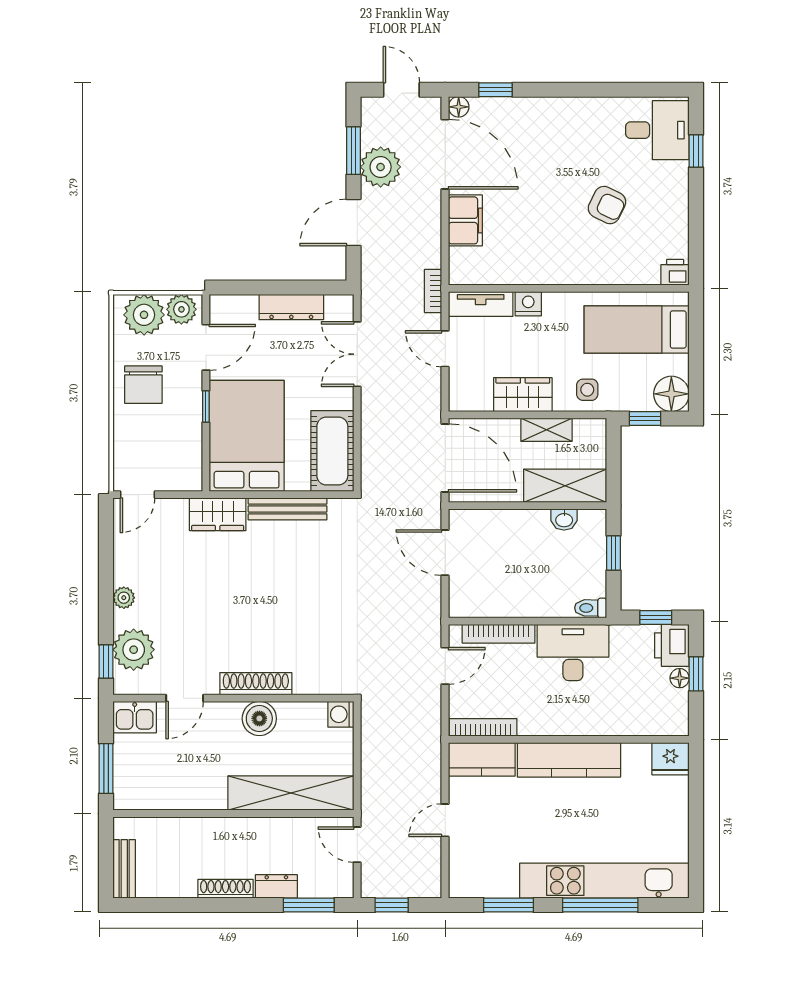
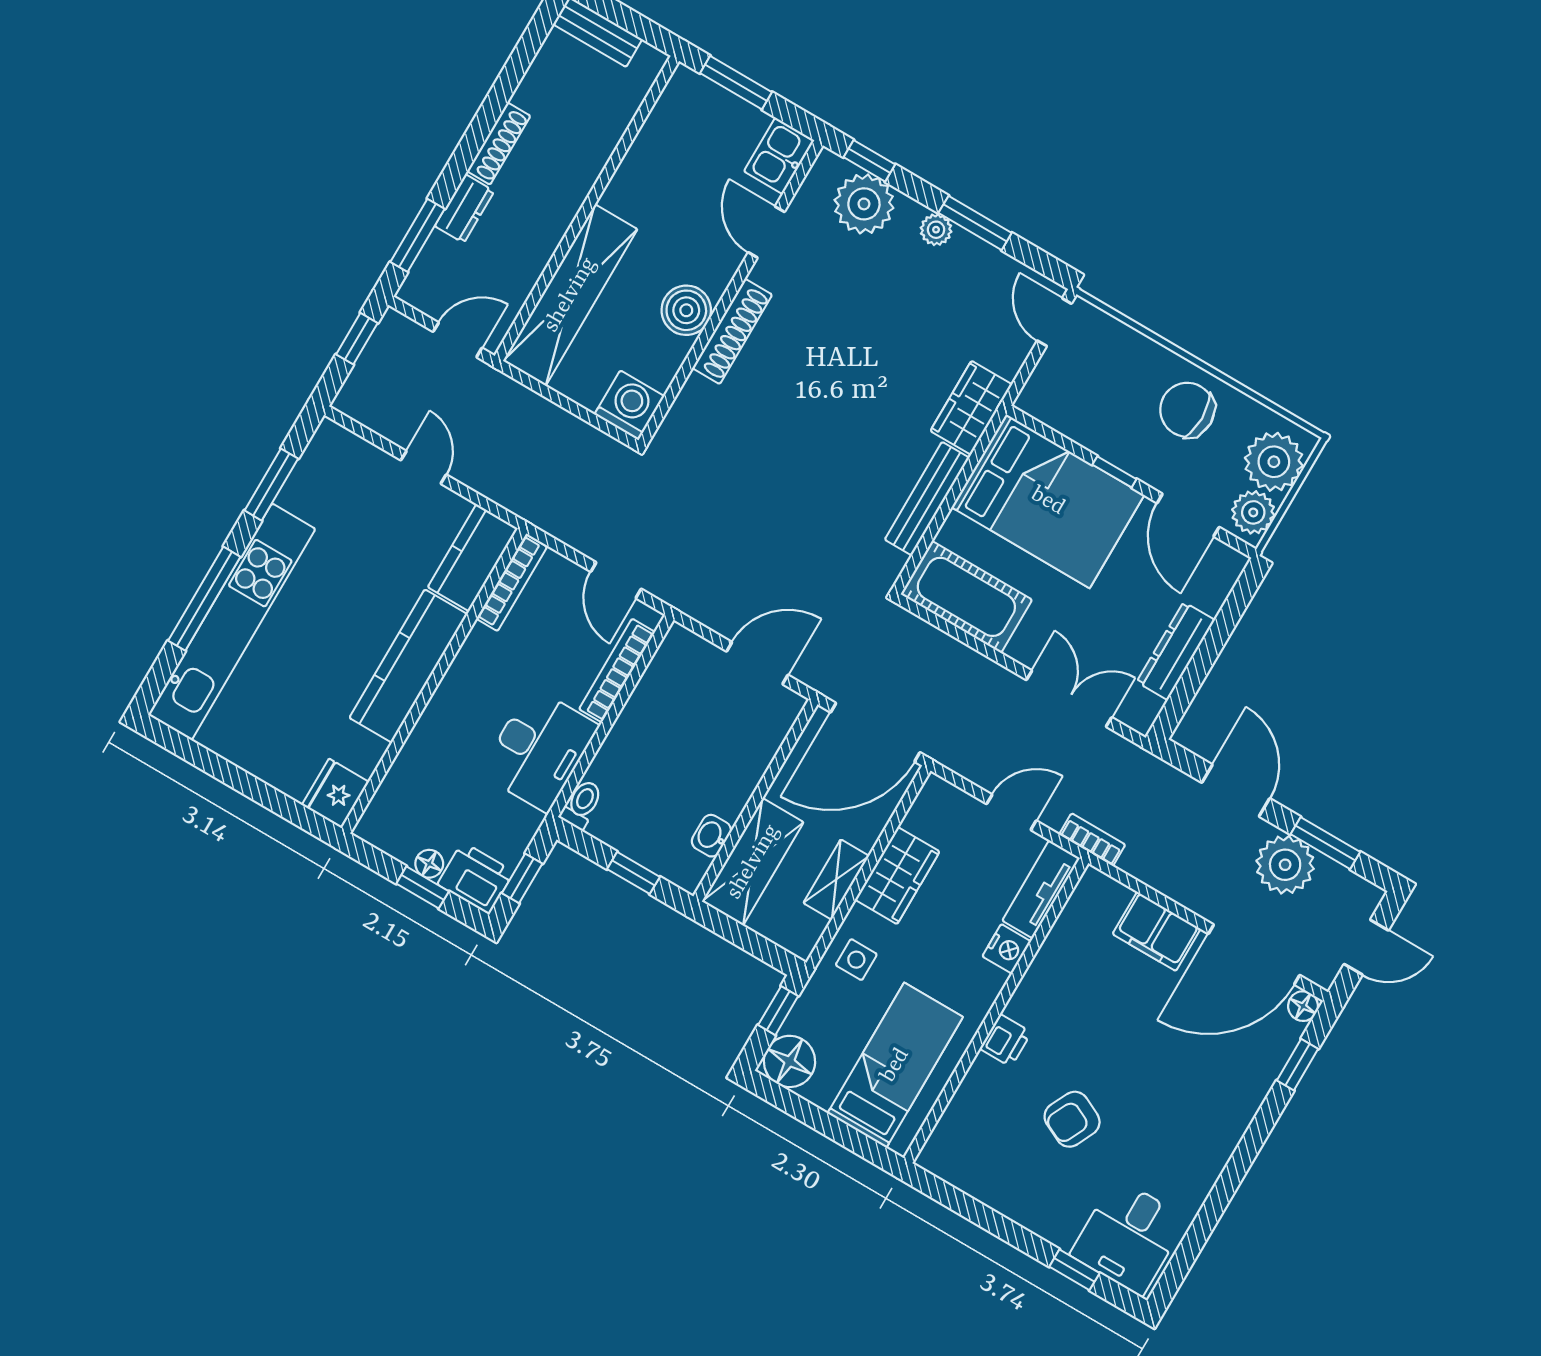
printer: (675, 272) -> (1006, 1040), moved
window: (106, 577) -> (975, 223), added
washing machine: (341, 714) -> (629, 405), width x1.38, depth x1.38

